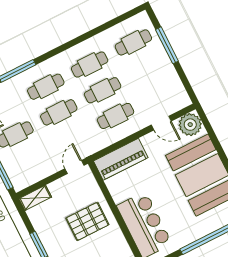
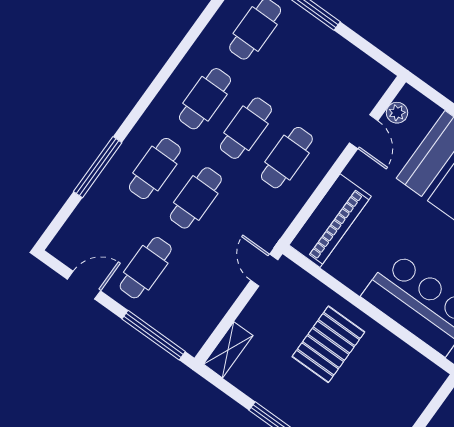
door: (161, 123) -> (364, 132), hinge flipped
plant: (190, 125) -> (397, 113), width x0.53, depth x0.53

